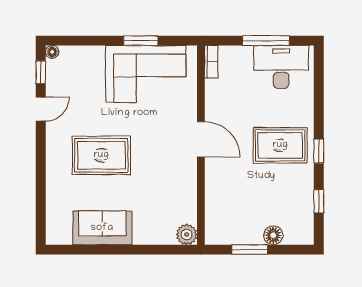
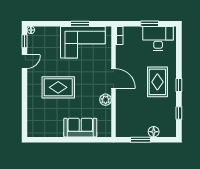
window: (266, 41) -> (150, 24), width x0.69
rug: (280, 145) -> (157, 82), turned 90
sofa: (102, 228) -> (80, 128), moved
plant: (187, 234) -> (106, 100), moved

